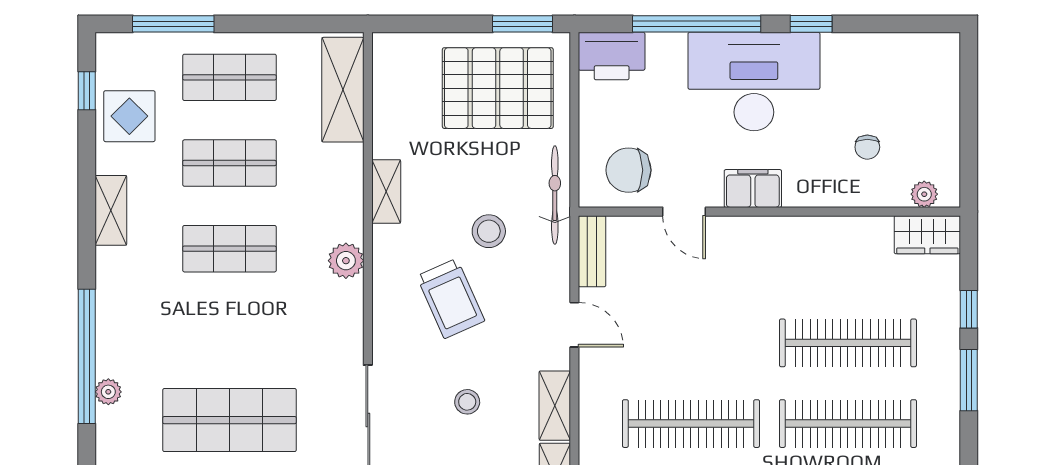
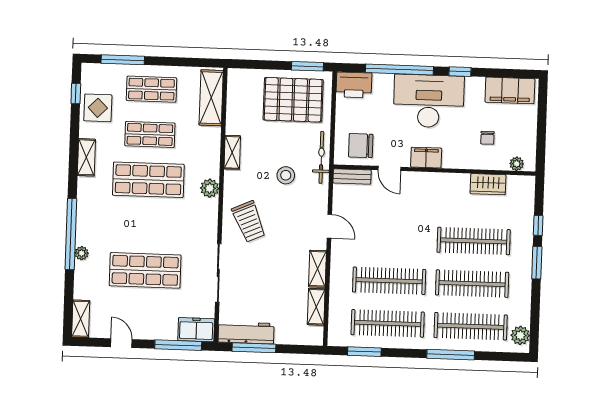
filing cabinet: (907, 56) -> (510, 90), added
wardrobe: (927, 235) -> (488, 184), moved
shop shelf: (229, 249) -> (148, 180), width x1.43, depth x1.36
bench: (592, 251) -> (352, 177), moved, turned 90
trolley: (451, 298) -> (249, 221), moved
stool: (467, 402) -> (271, 265), removed

